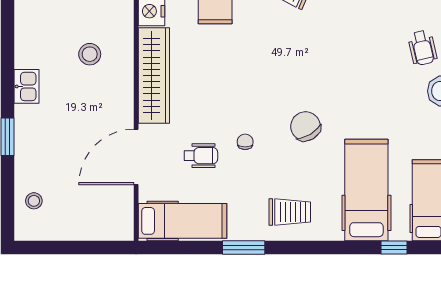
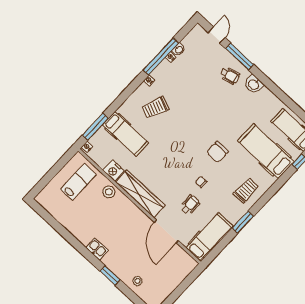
stool: (90, 54) -> (109, 192), moved
chair: (306, 126) -> (217, 152), turned -59
stool: (34, 201) -> (138, 281), moved

